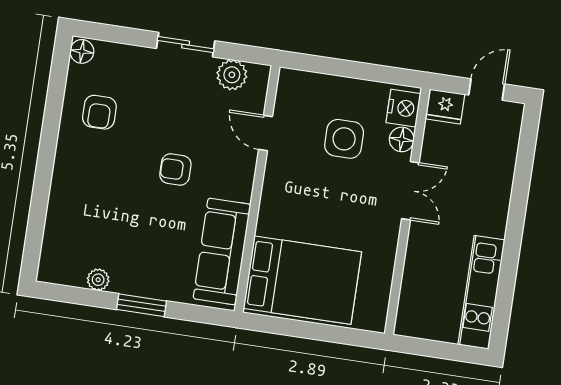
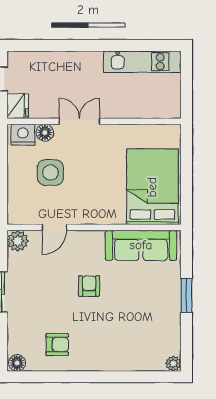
plant: (232, 75) -> (18, 241), moved
armchair: (175, 169) -> (89, 286), turned 180
plant: (98, 280) -> (173, 364), moved

